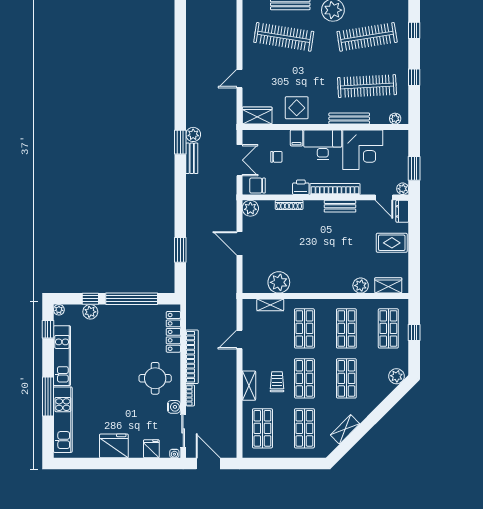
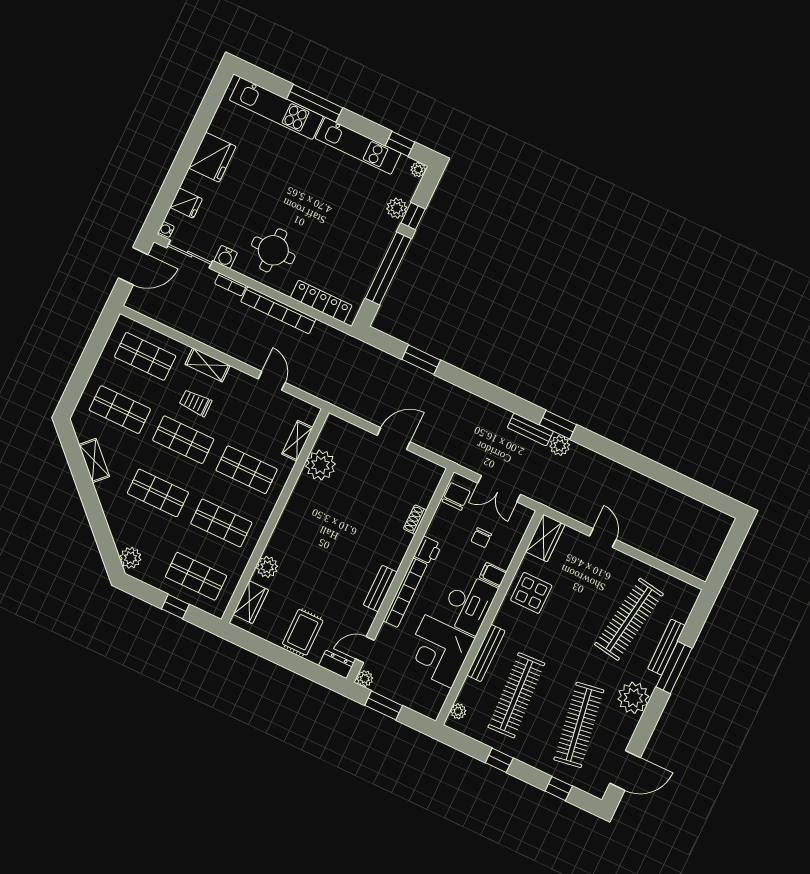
shoe rack: (289, 205) -> (415, 520), width x0.70
plant: (250, 208) -> (432, 474), removed
trolley: (277, 382) -> (195, 403), turned 180

